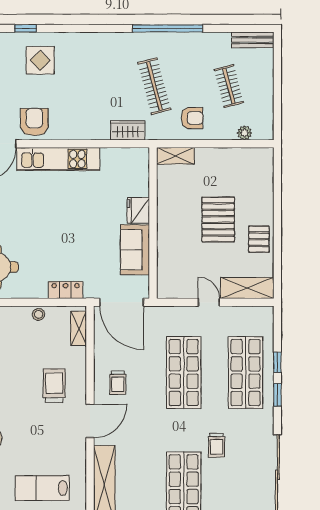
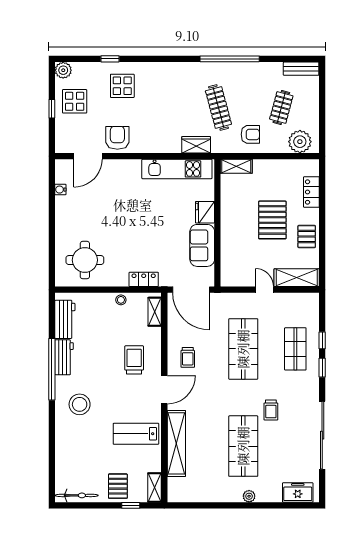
clothes rail: (229, 86) -> (281, 107), turned 30
plant: (245, 133) -> (300, 142), width x1.88, depth x1.88
kitchen unit: (58, 159) -> (177, 169), moved
locker: (265, 186) -> (311, 192), added
shop shelf: (246, 373) -> (295, 349), width x0.70, depth x0.74
lab bench: (42, 488) -> (136, 434), moved

